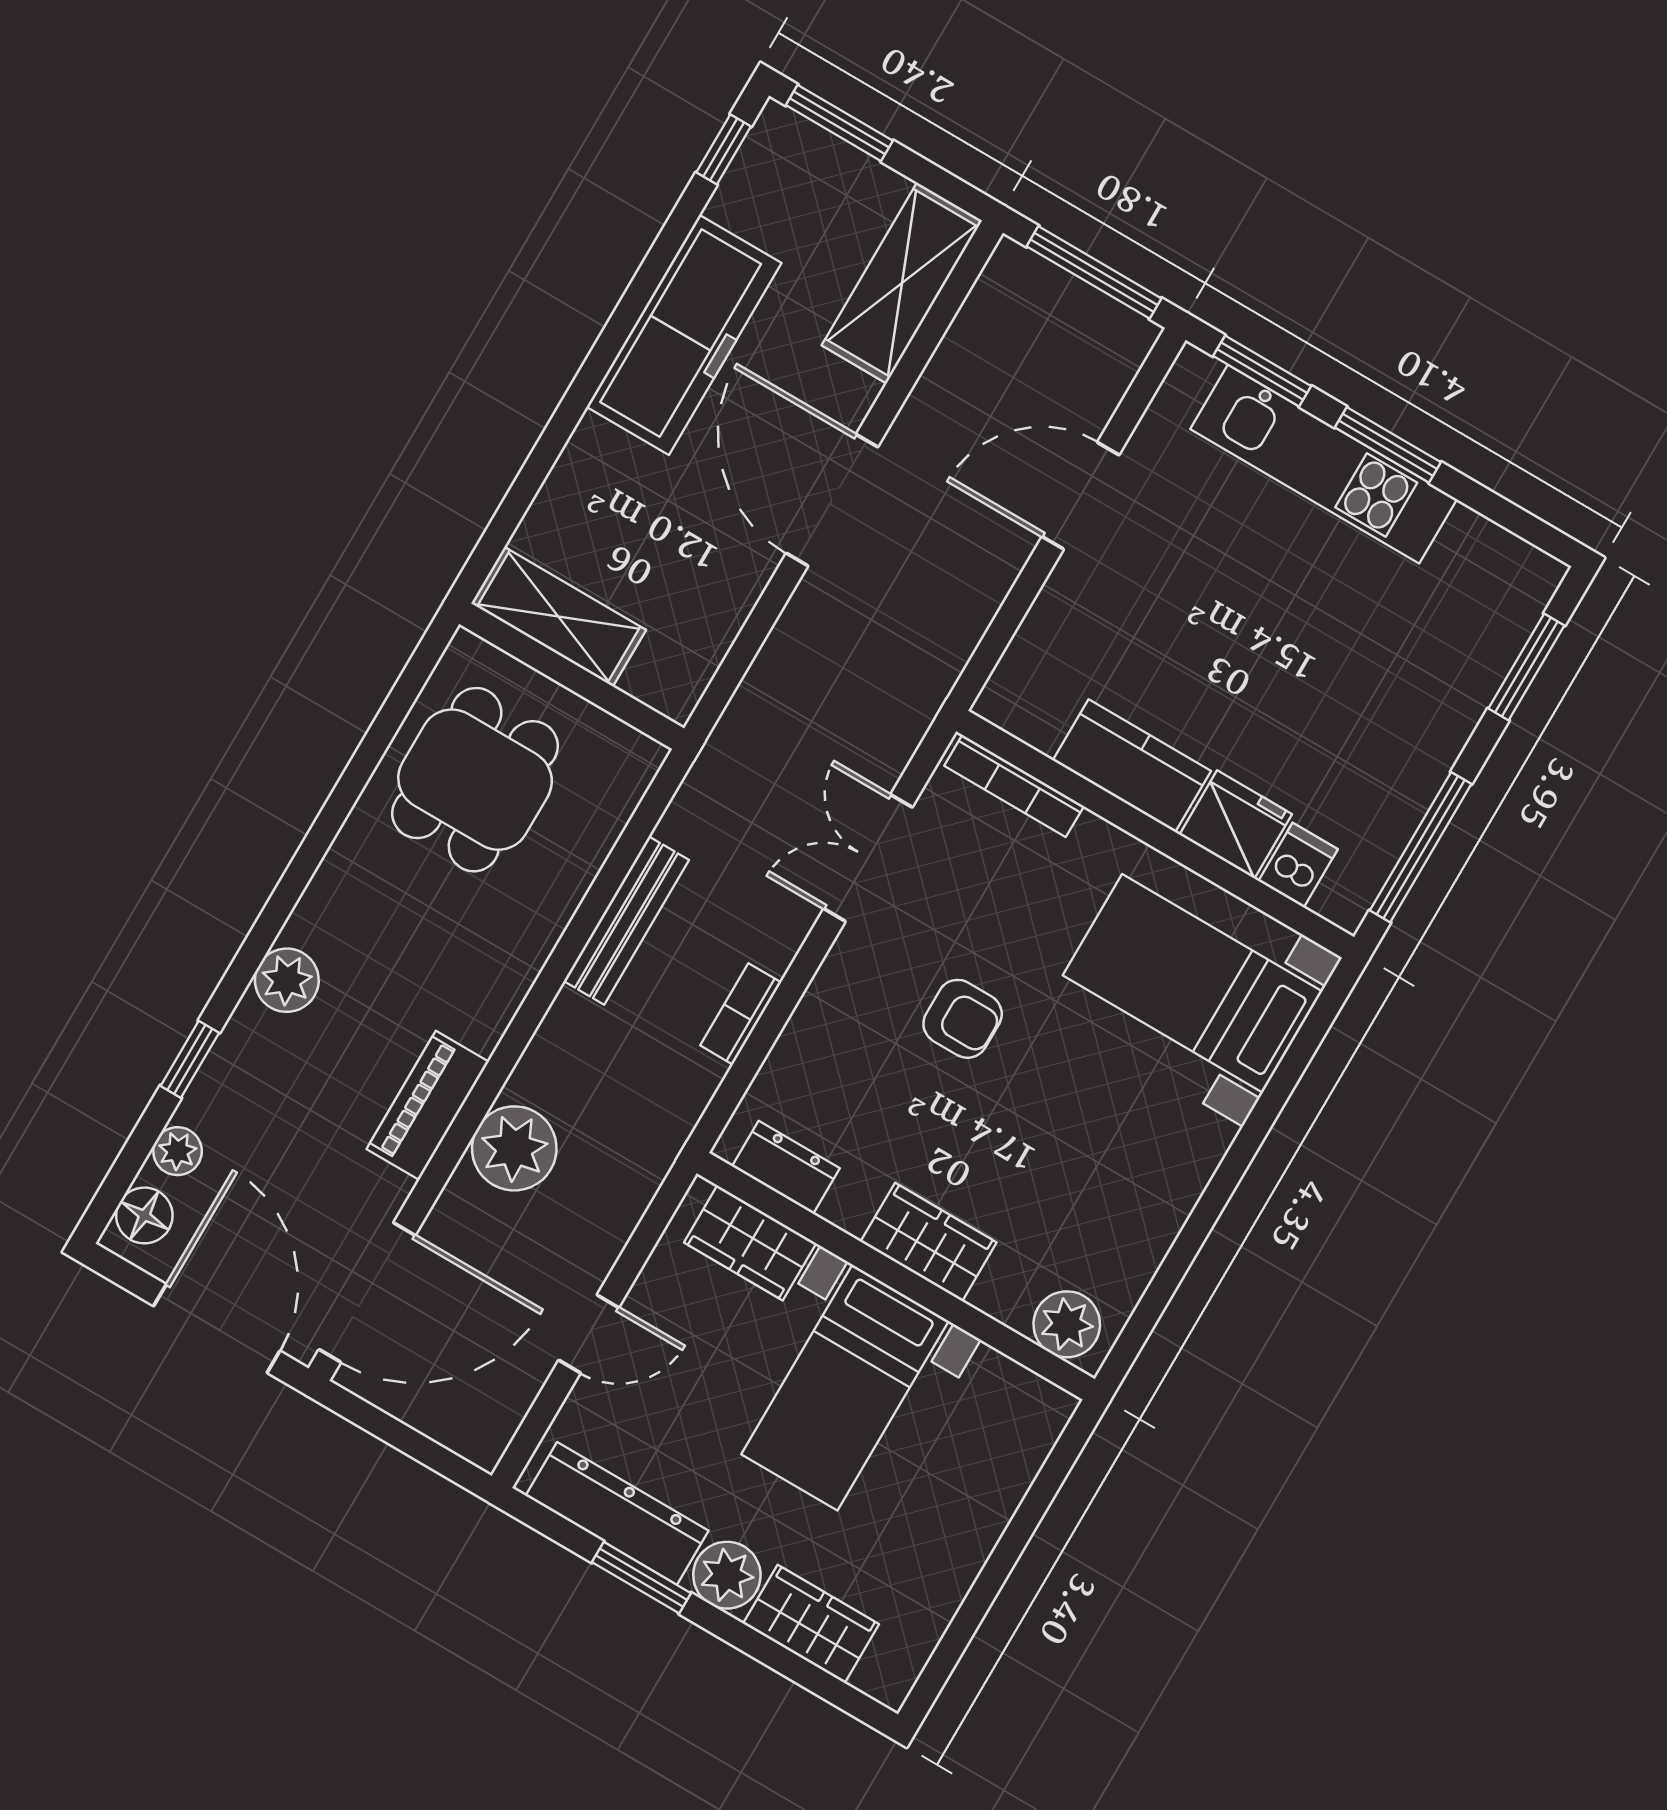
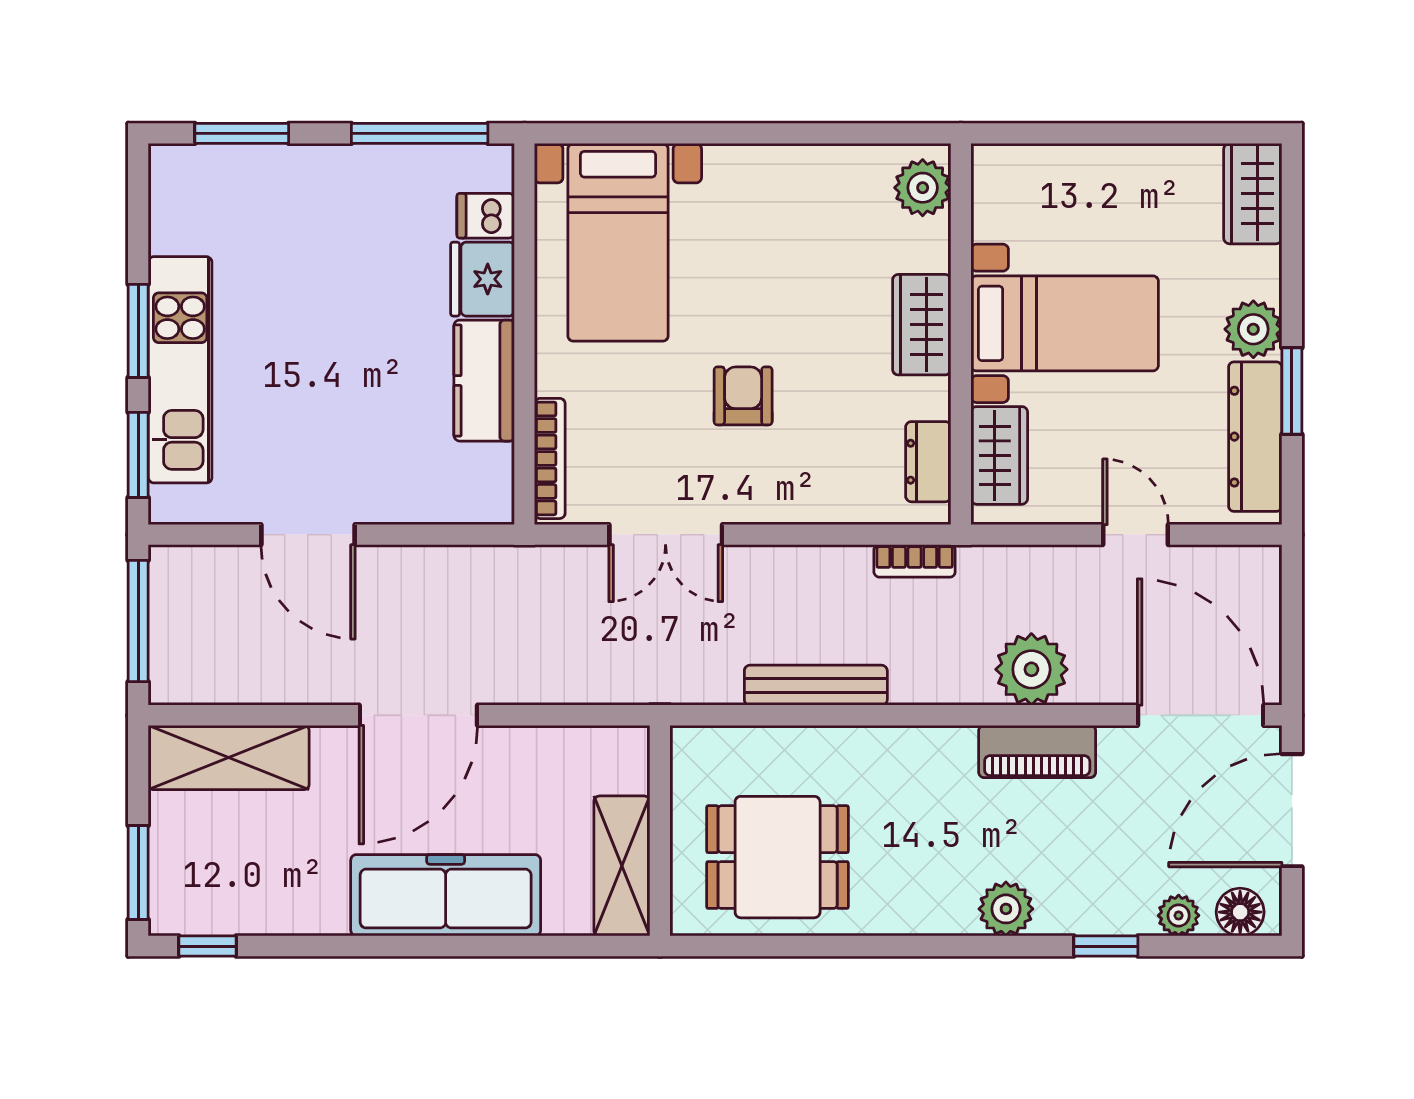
freezer: (684, 335) -> (446, 895), moved
bookcase: (741, 1014) -> (915, 561), moved
wardrobe: (811, 1624) -> (1253, 194), moved

